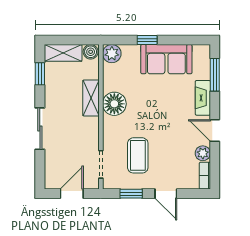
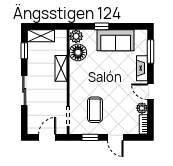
boiler: (91, 52) -> (61, 35), removed
floor lamp: (114, 104) -> (78, 52), moved

